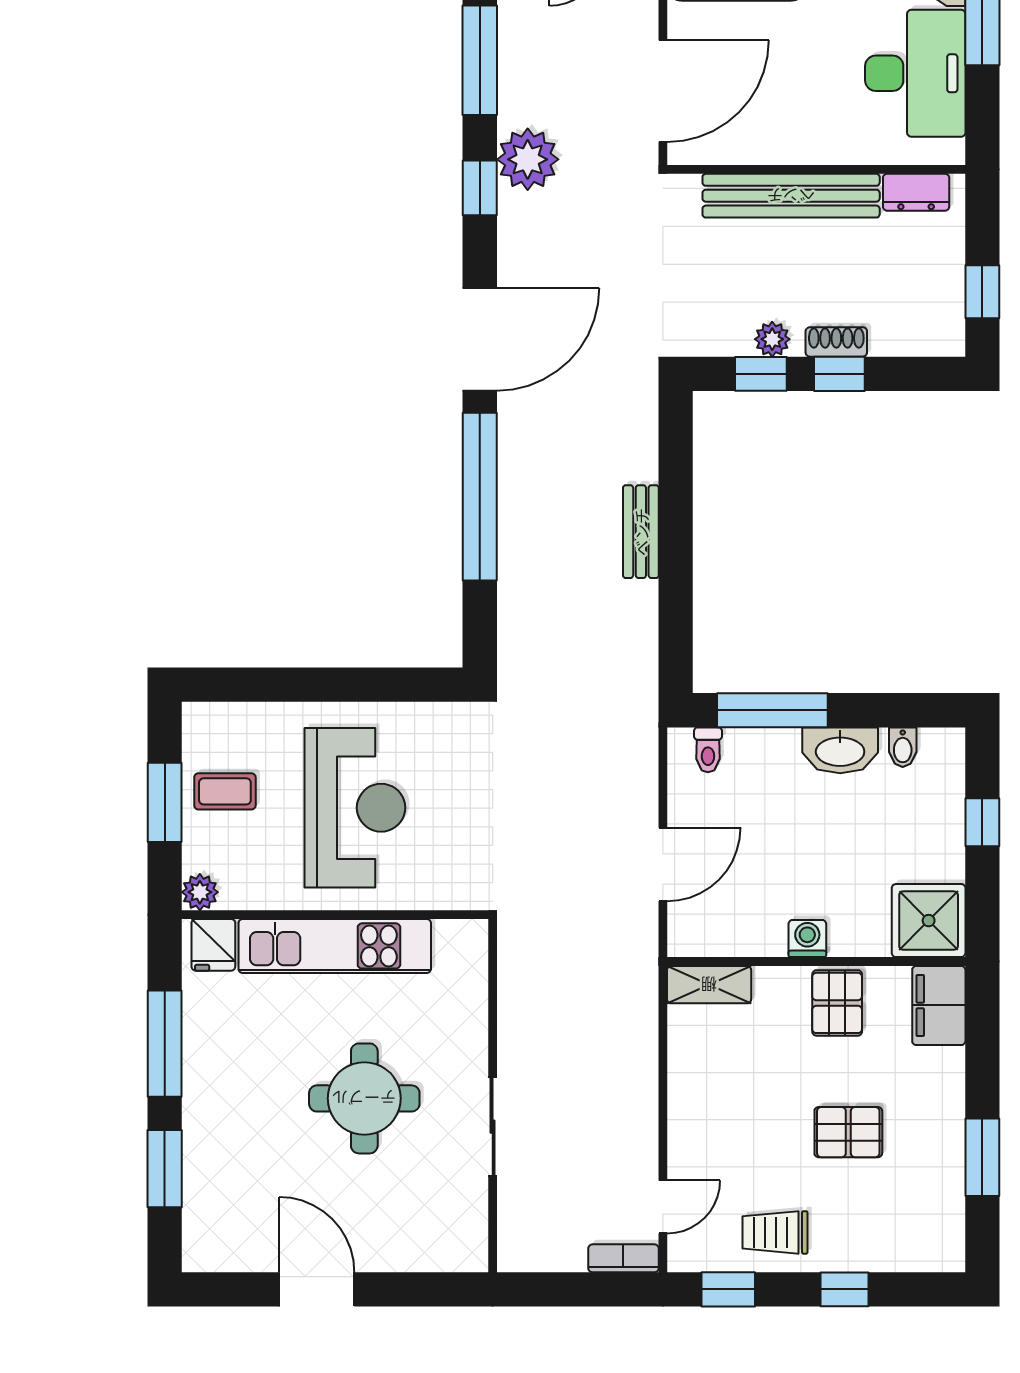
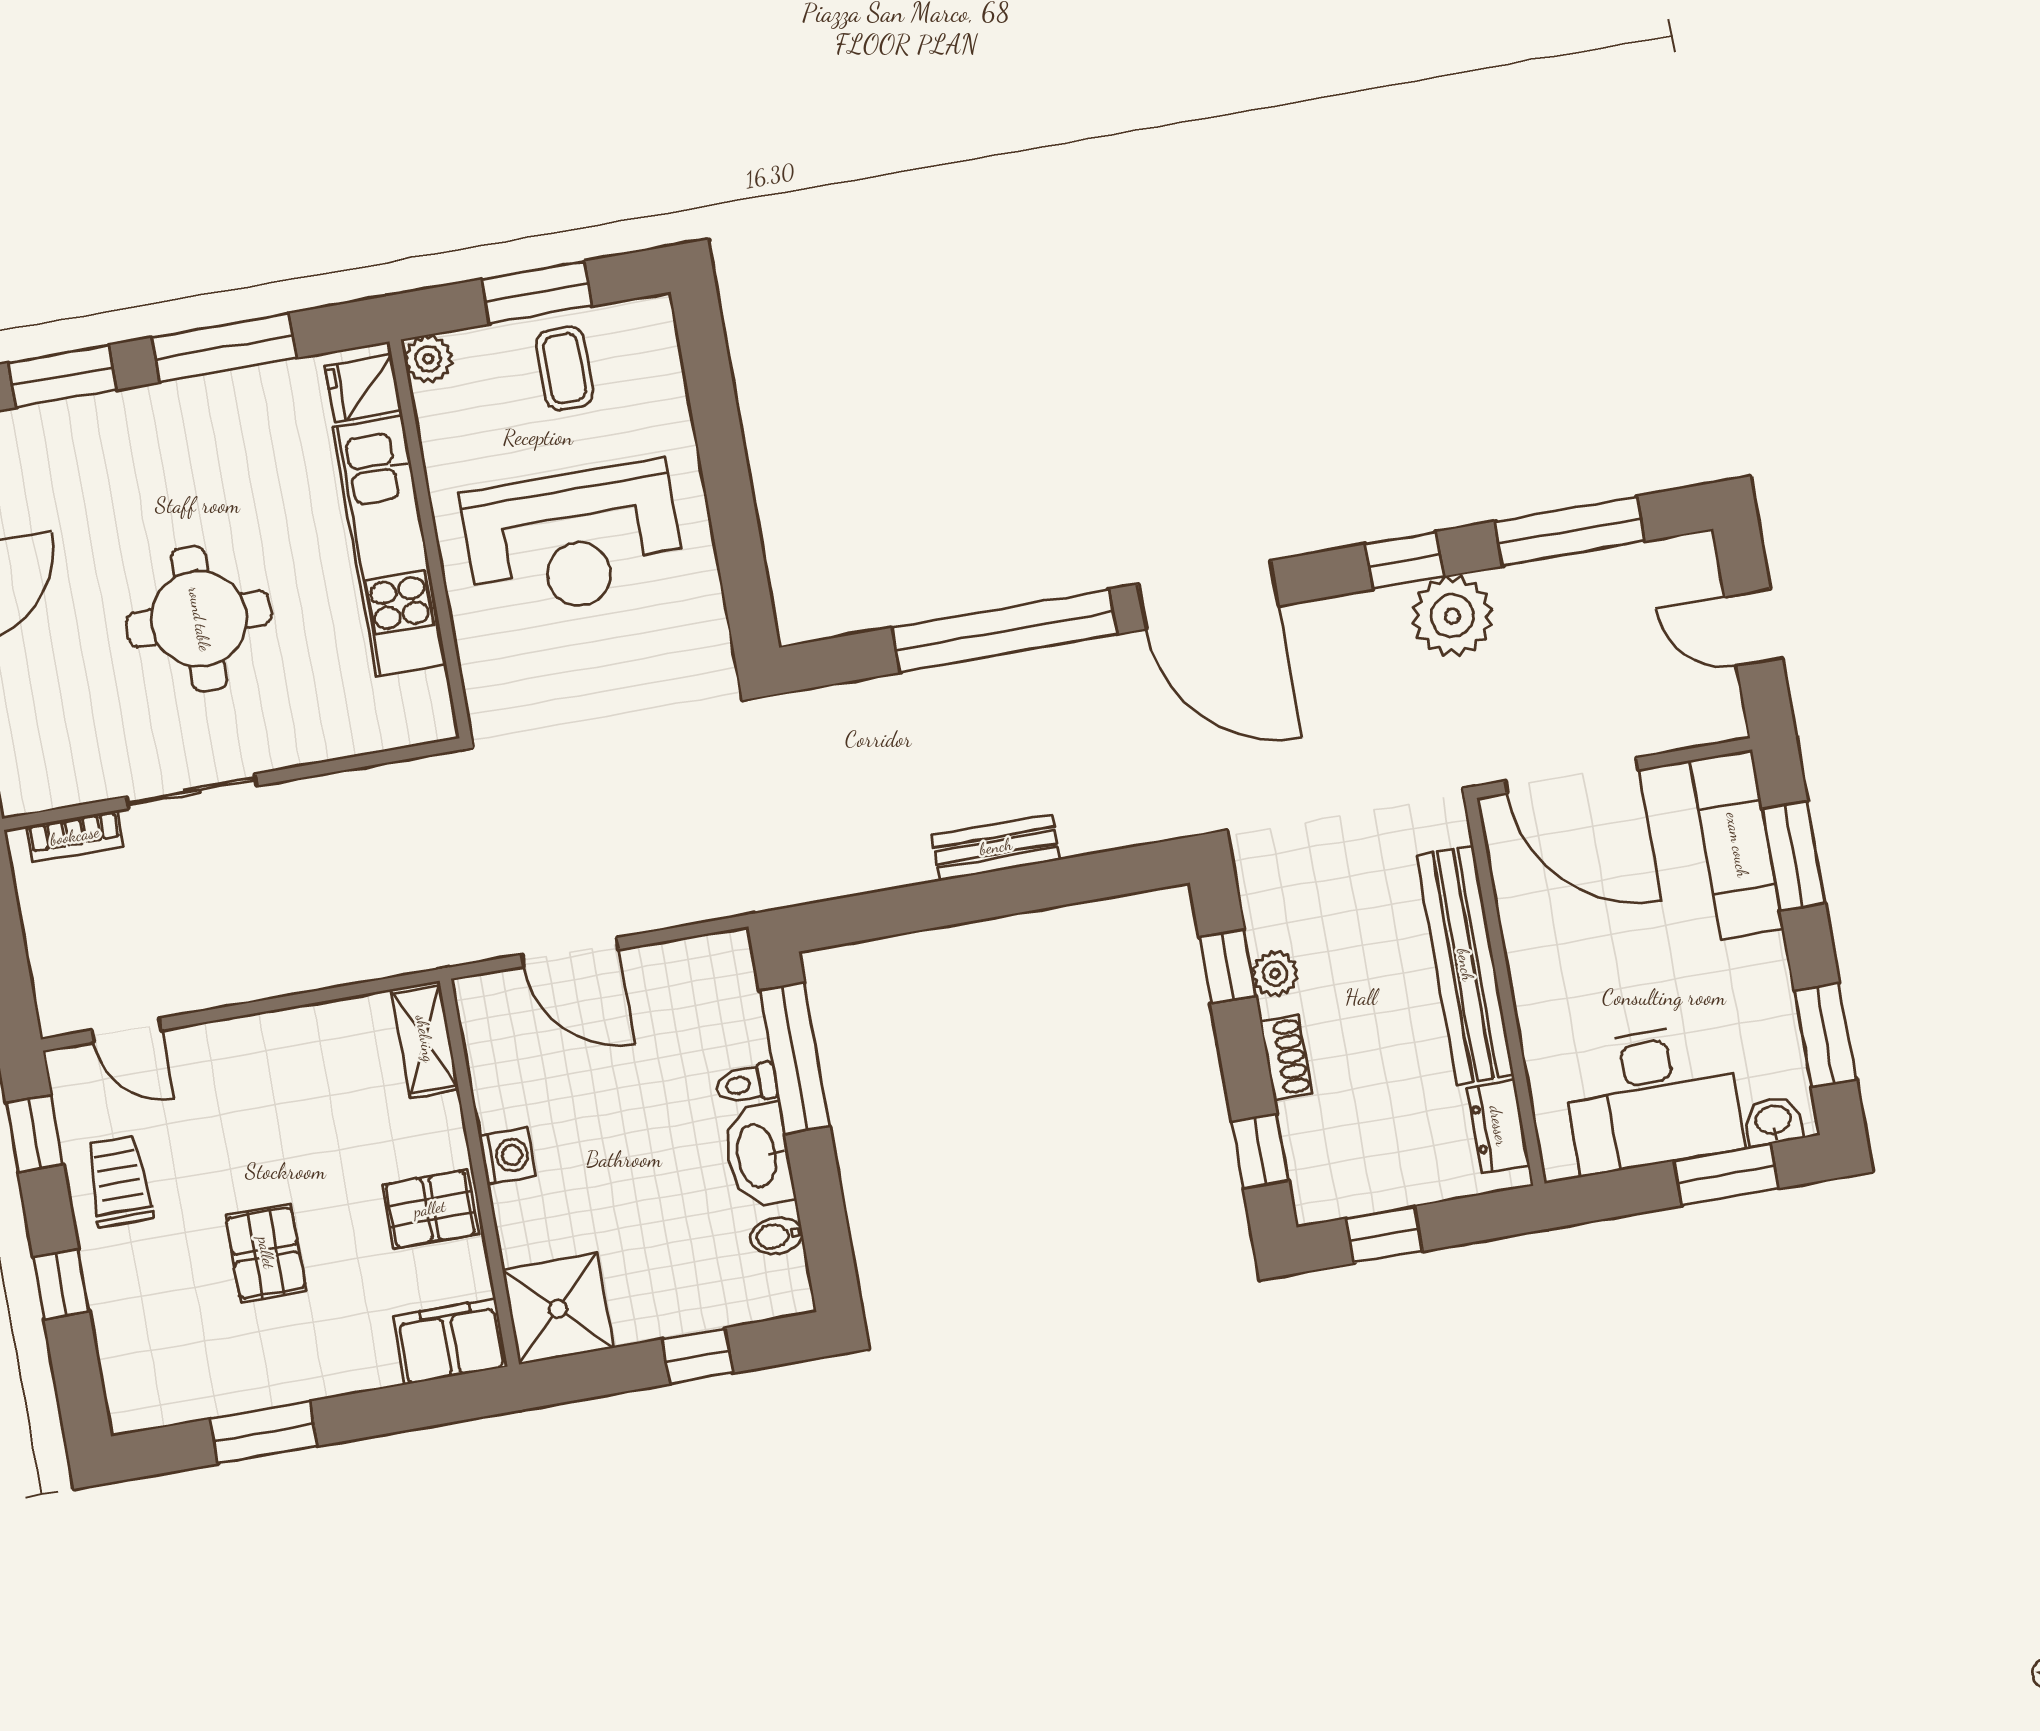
window: (839, 374) -> (1260, 1151), moved
toilet: (708, 750) -> (746, 1084), moved
bookcase: (623, 1258) -> (75, 836), moved, turned 90

